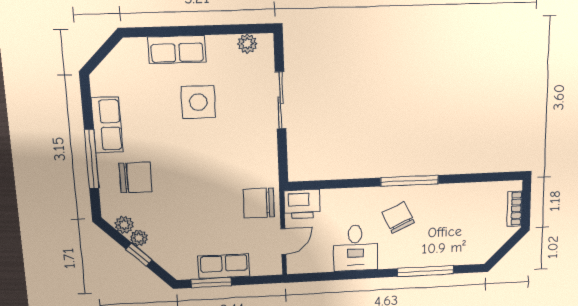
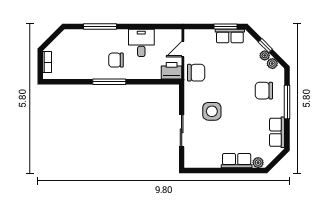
plant: (247, 44) -> (258, 163), moved
side table: (198, 102) -> (212, 111), moved
row of seats: (107, 125) -> (277, 132), moved
chair: (398, 218) -> (116, 60), turned 115
row of seats: (224, 266) -> (230, 36), moved

